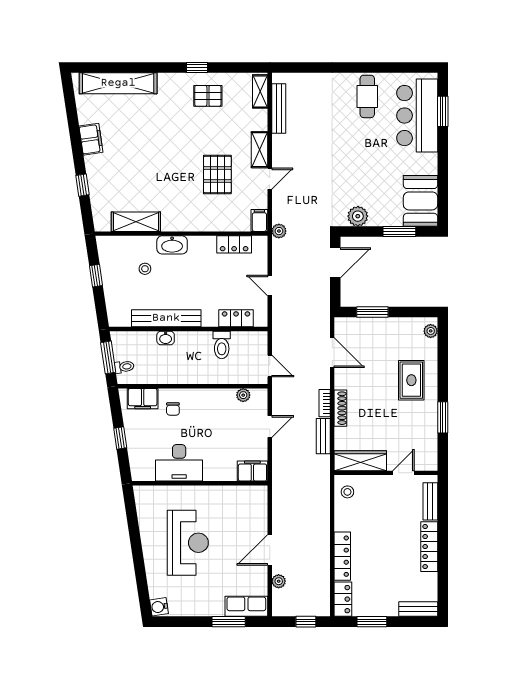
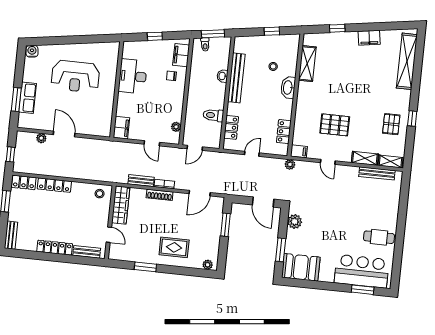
shelving: (259, 150) -> (365, 158), moved
row of seats: (246, 606) -> (27, 98), moved

